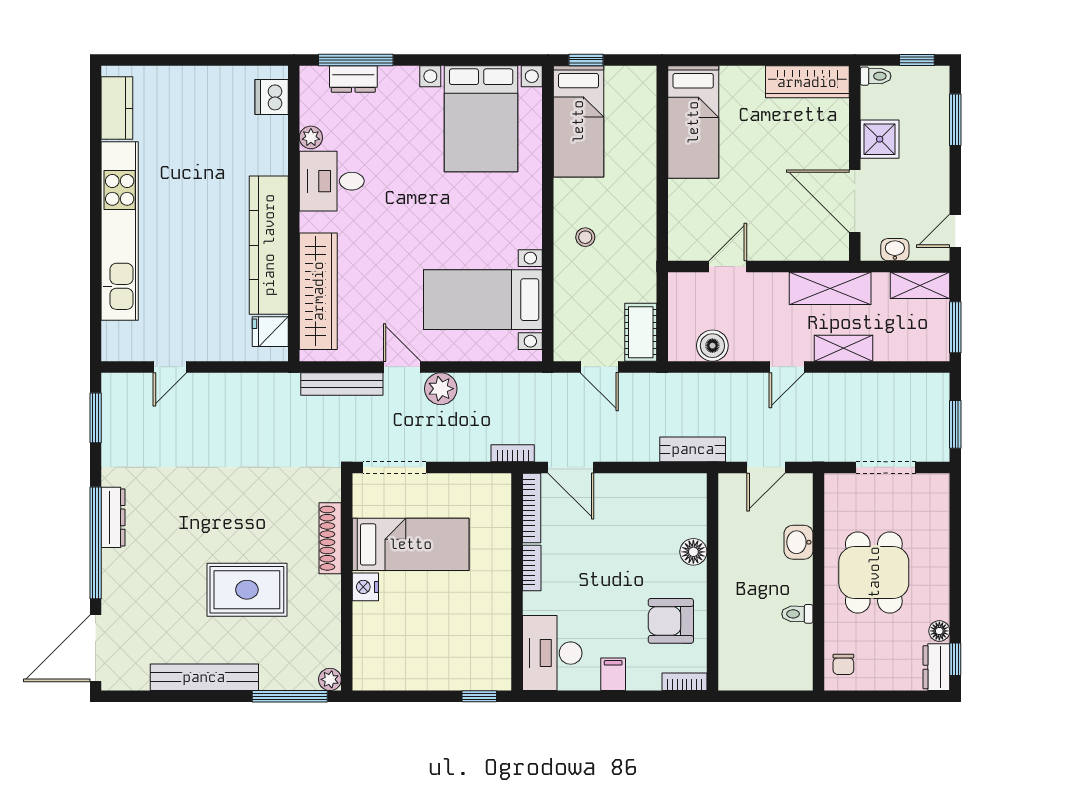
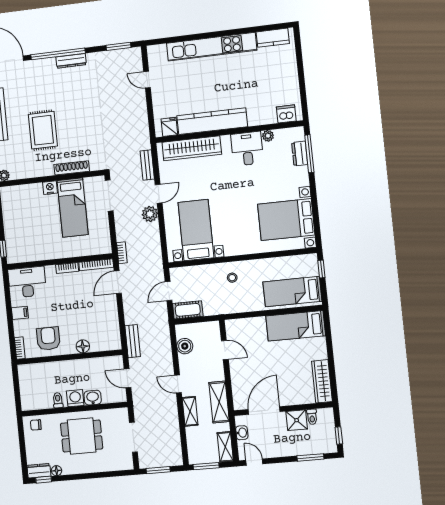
toilet: (876, 76) -> (312, 417), moved
bed: (578, 121) -> (292, 291), moved
bench: (342, 384) -> (147, 165), width x0.73
washing machine: (796, 578) -> (75, 398), added

